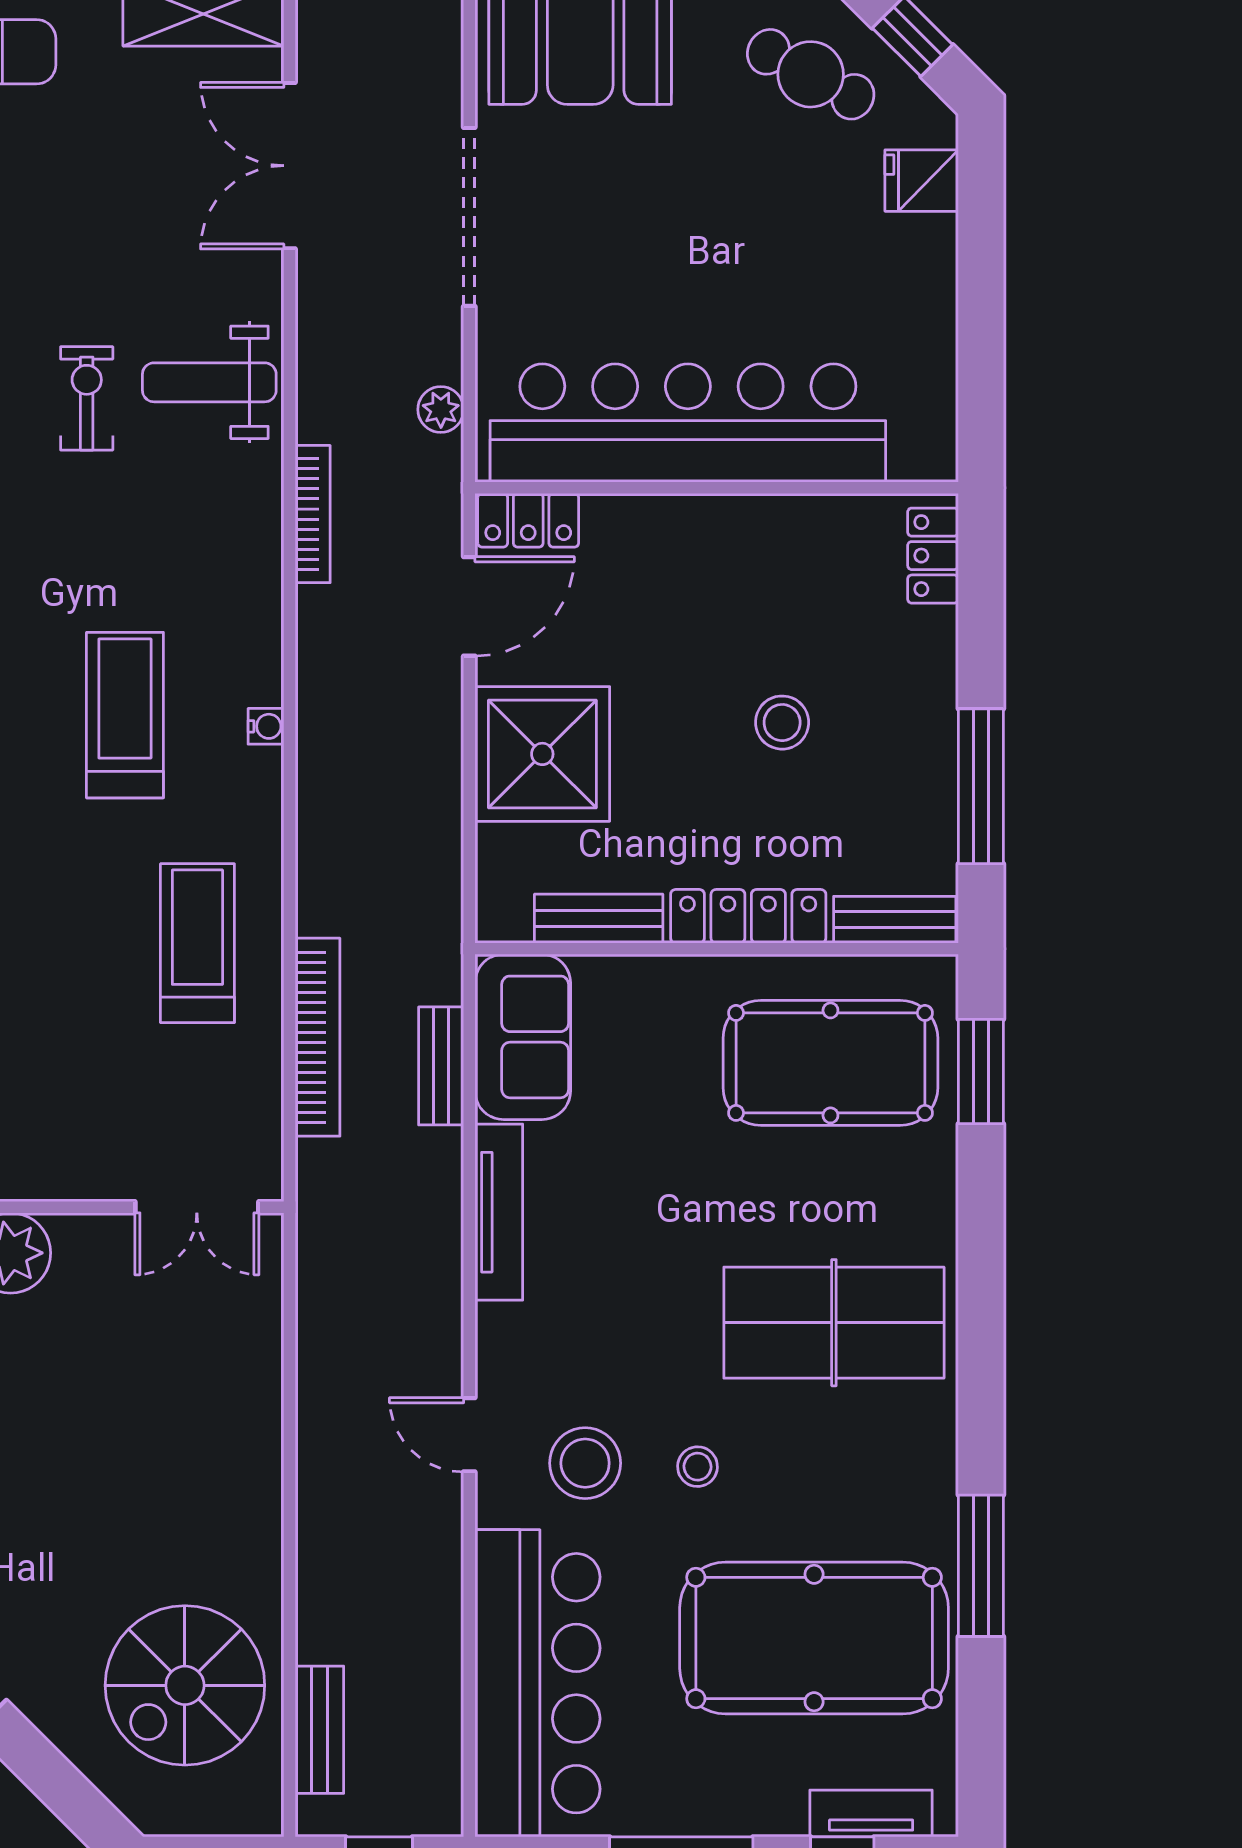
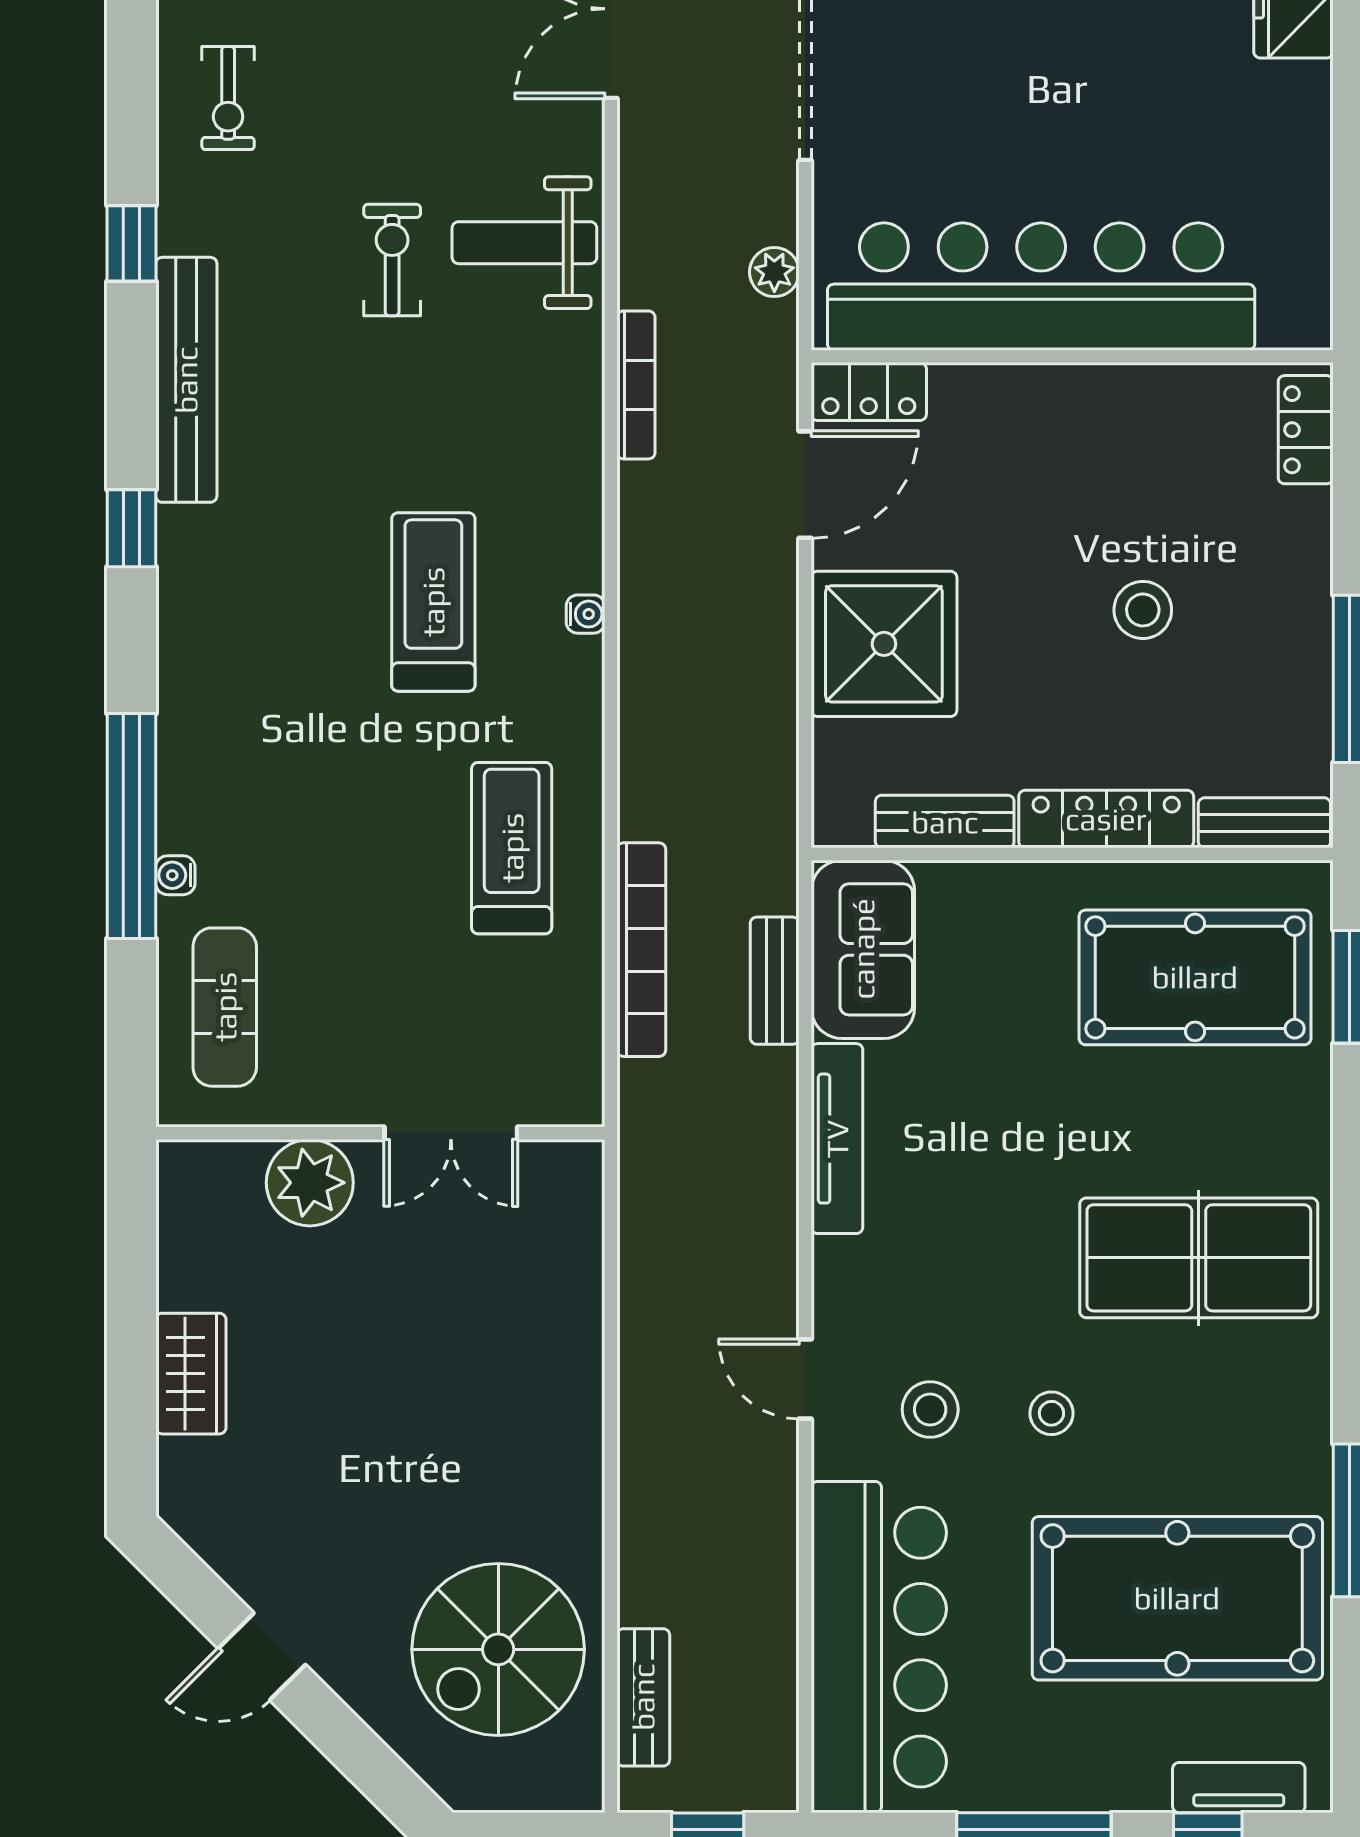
double door: (197, 1207) -> (451, 1133), moved
stool: (585, 1463) -> (930, 1410), width x0.73, depth x0.73

